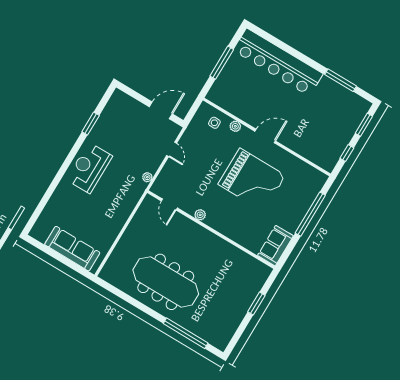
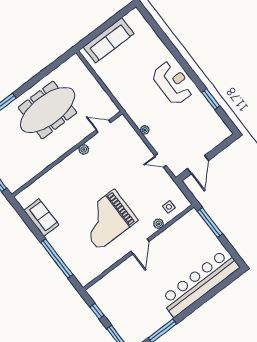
window: (222, 63) -> (210, 222), moved
door: (169, 204) -> (103, 126), moved
plant: (200, 215) -> (84, 149), moved
wall: (211, 230) -> (67, 154), moved

